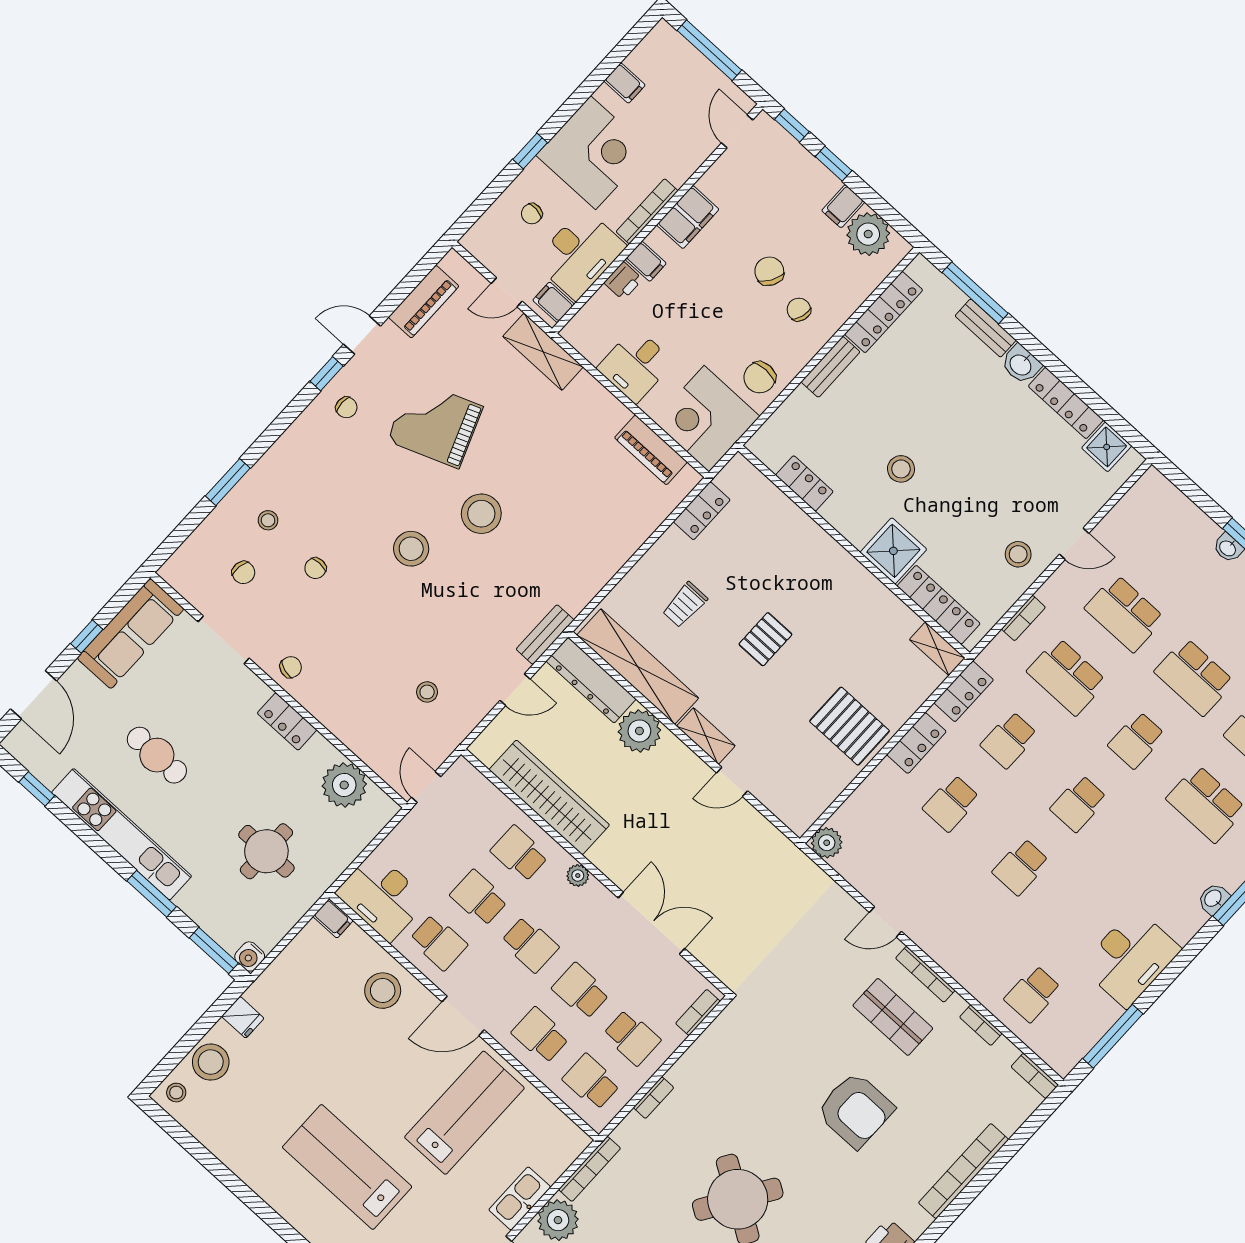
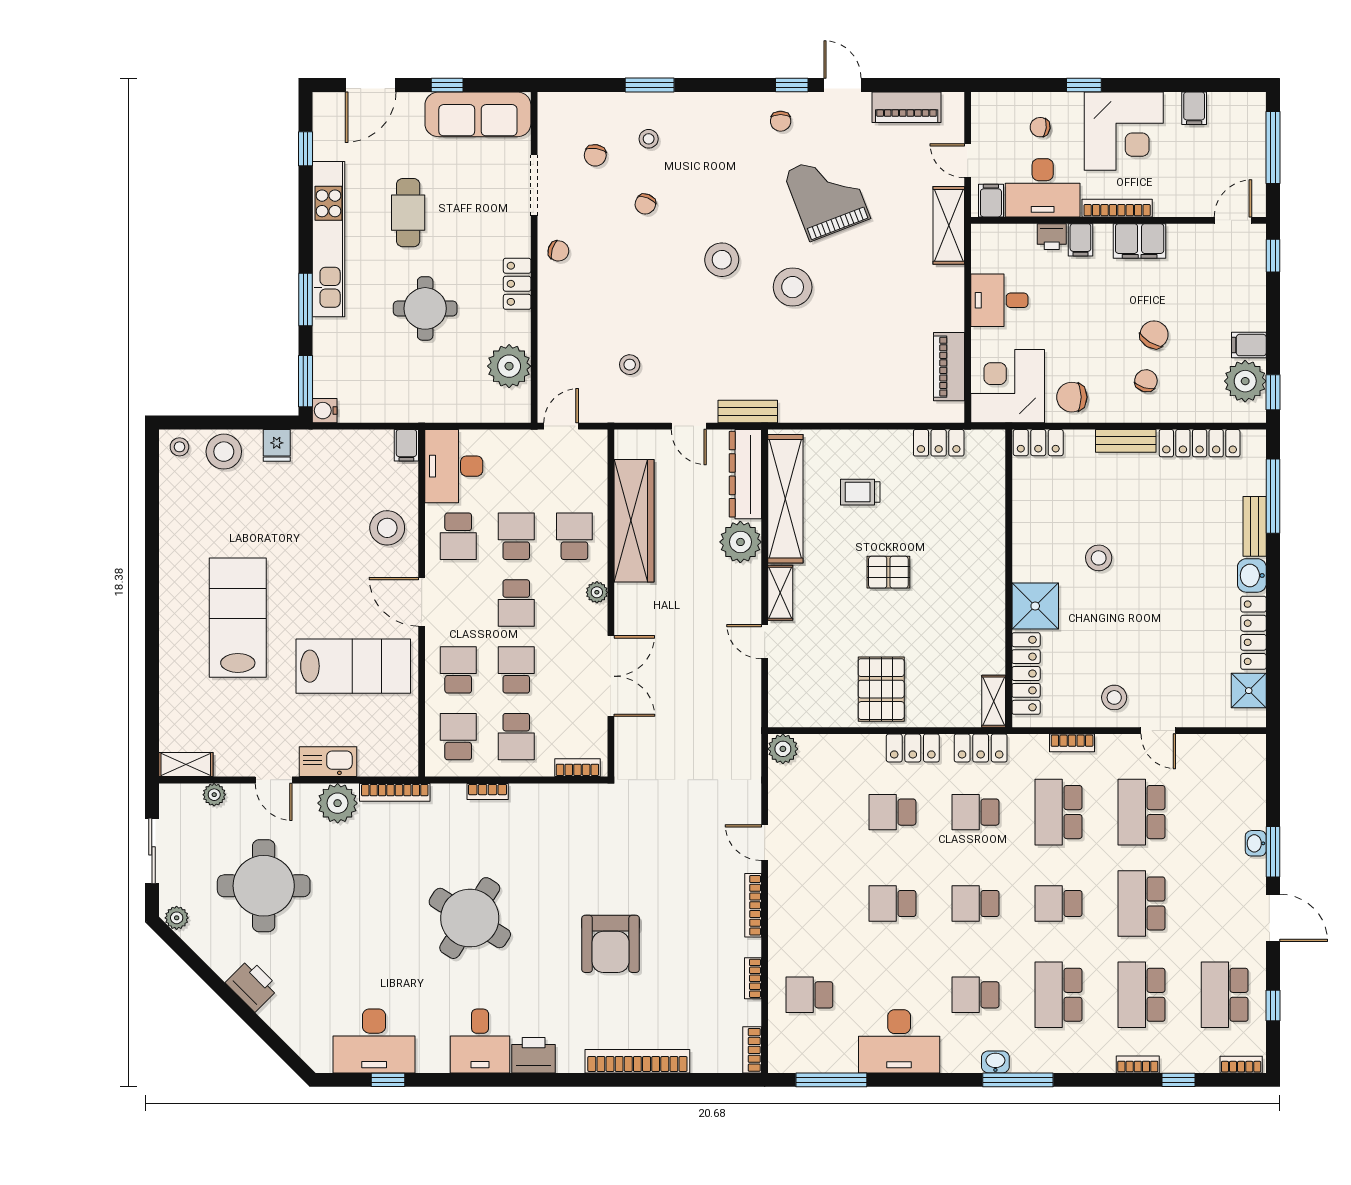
window: (834, 164) -> (1273, 392), moved
locker: (804, 483) -> (1038, 443), moved, turned 90
chair: (315, 568) -> (645, 204), turned -67
round table: (266, 851) -> (425, 308), moved
school desk: (1148, 867) -> (975, 995), added
shop shelf: (893, 1017) -> (701, 910), removed

